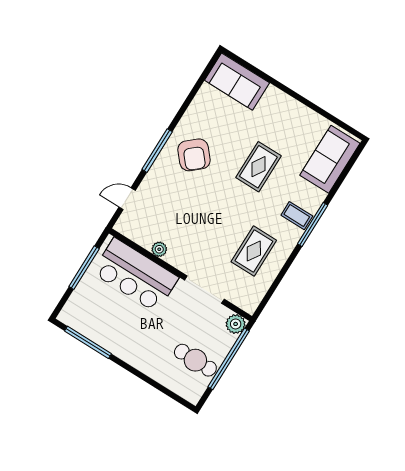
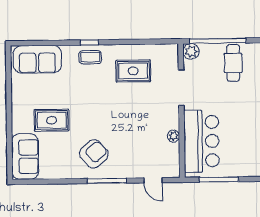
rug: (258, 167) -> (52, 120), moved
coffee table: (297, 216) -> (90, 57), turned 90
window: (313, 224) -> (89, 42), width x0.46

